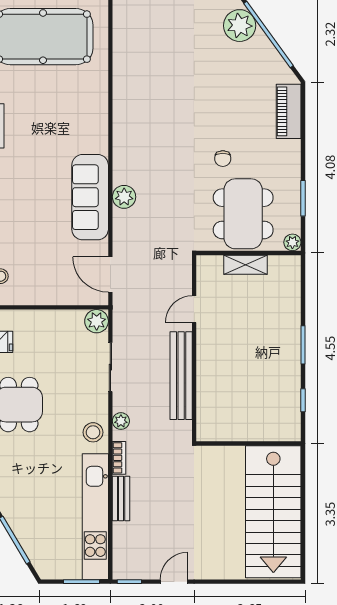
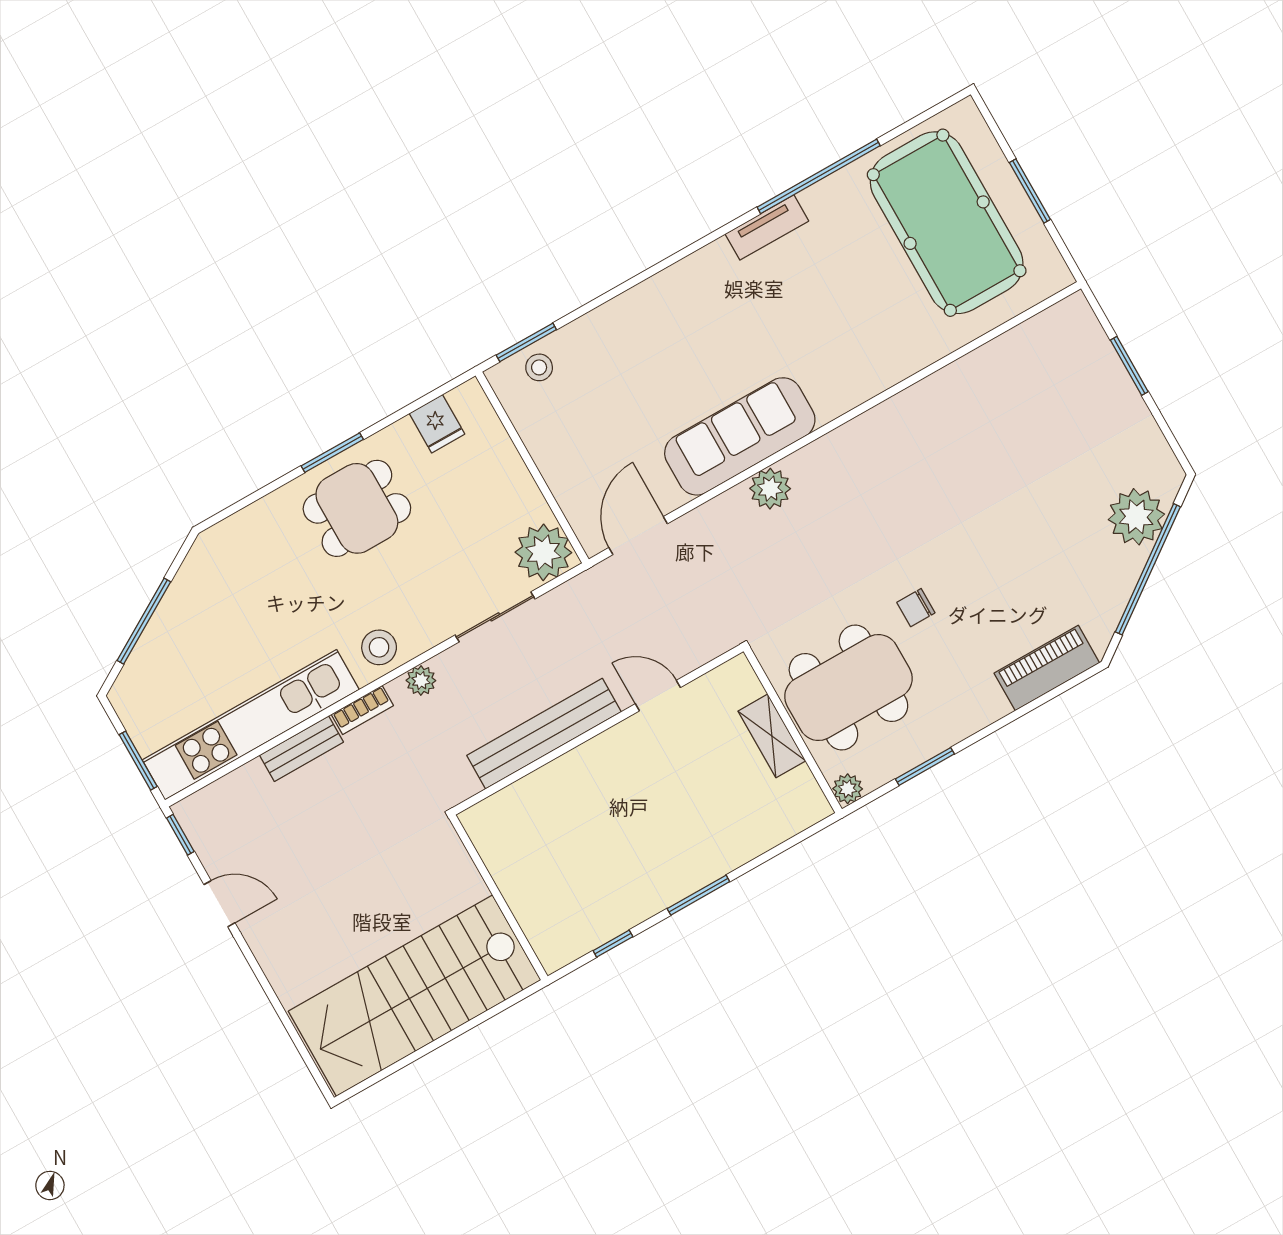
plant: (97, 321) -> (543, 552), width x1.36, depth x1.36

